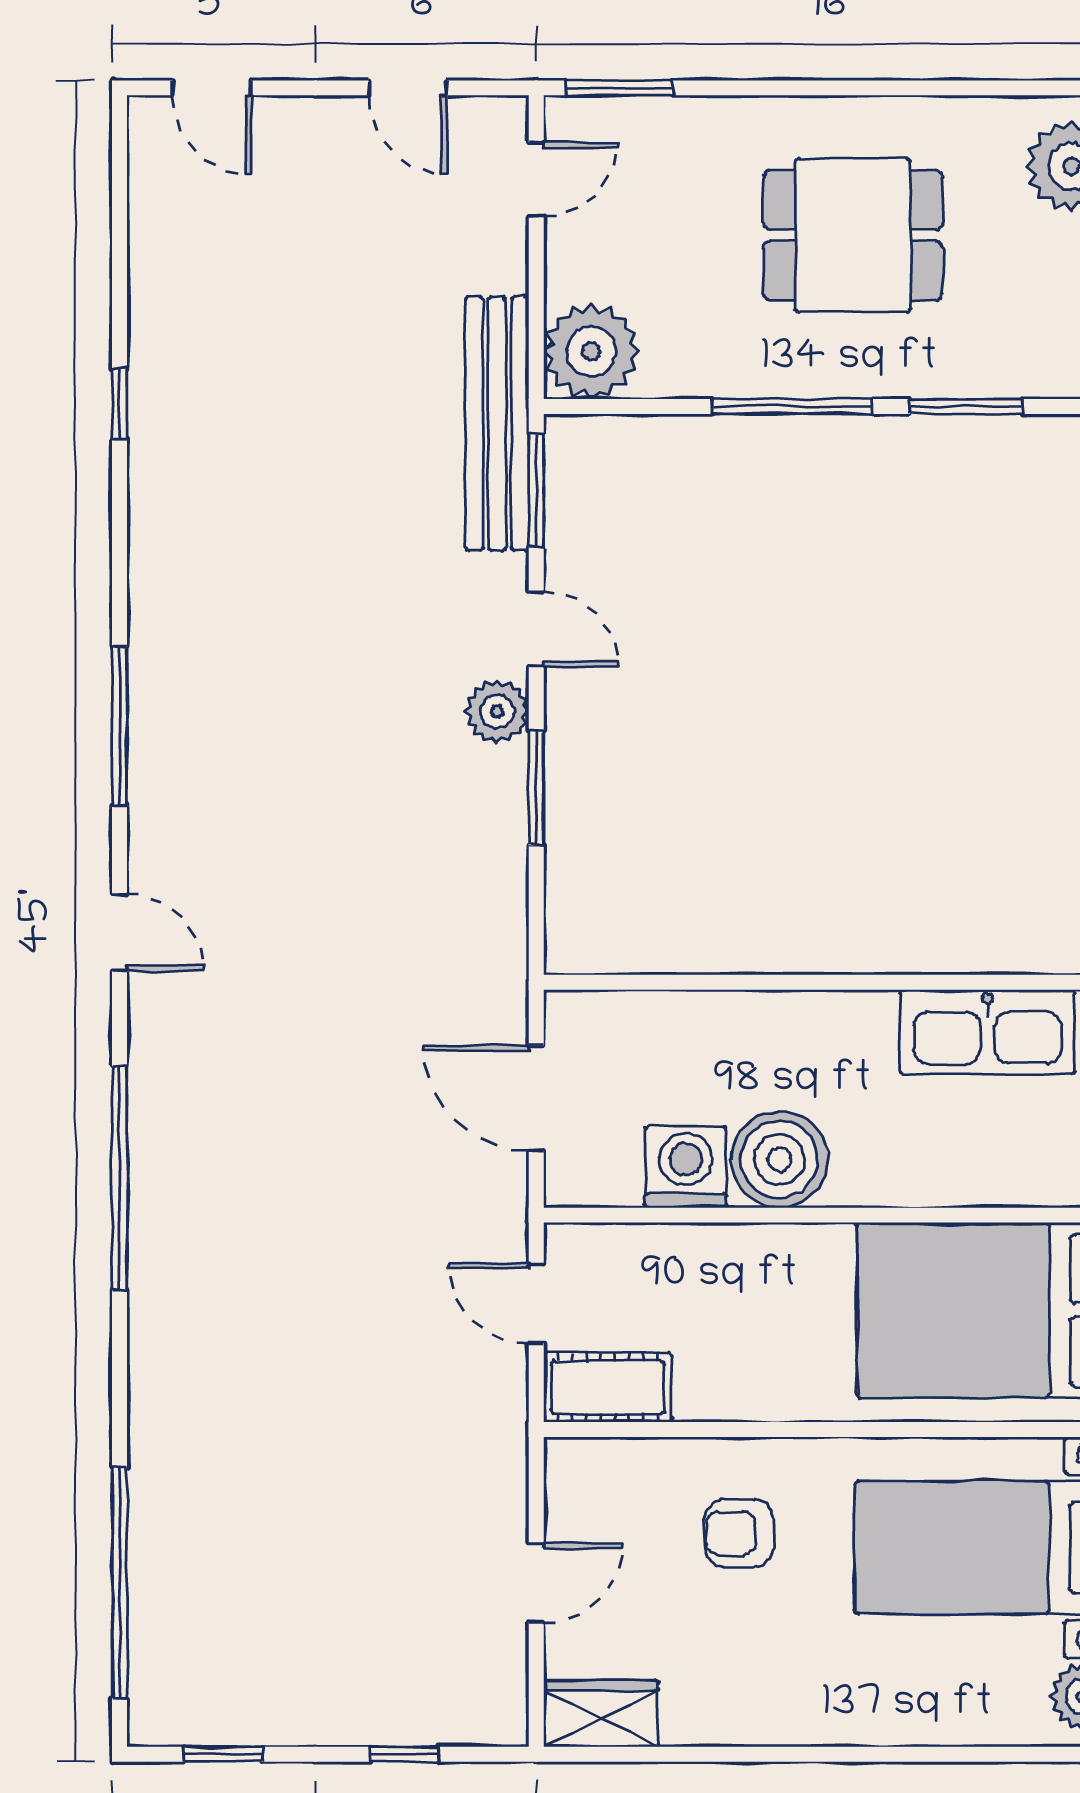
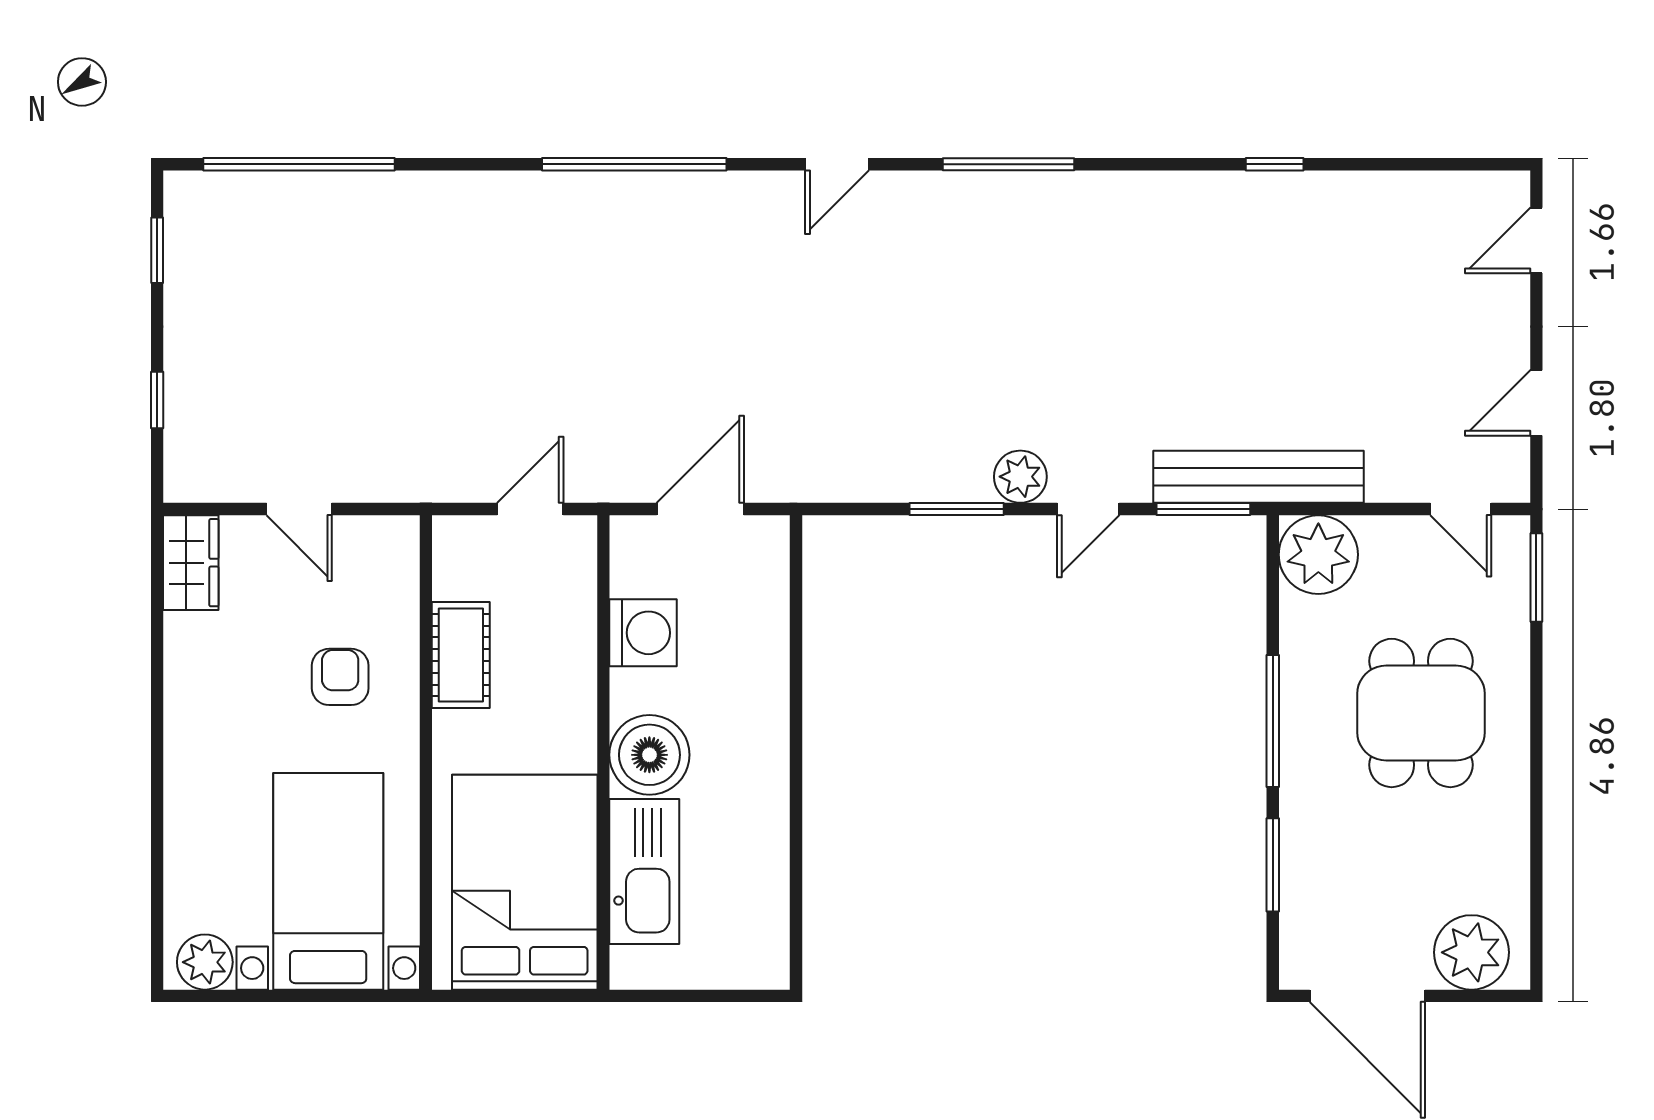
dining table: (853, 235) -> (1421, 713), moved
kitchen sink: (987, 1032) -> (644, 872), moved, turned 180
boiler: (779, 1159) -> (649, 755), moved
cot: (608, 1387) -> (461, 655), moved

